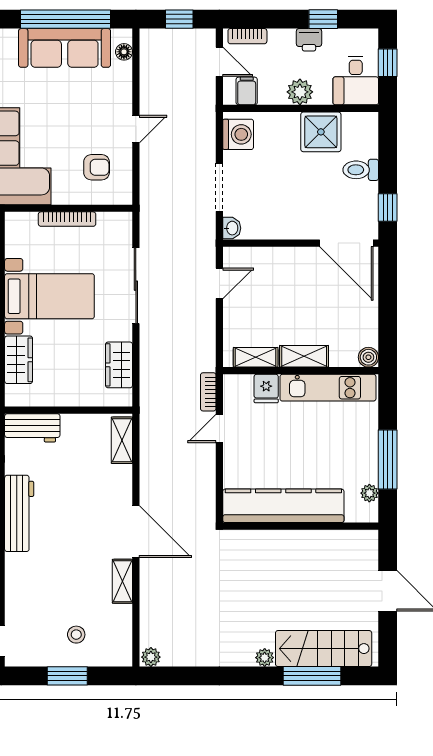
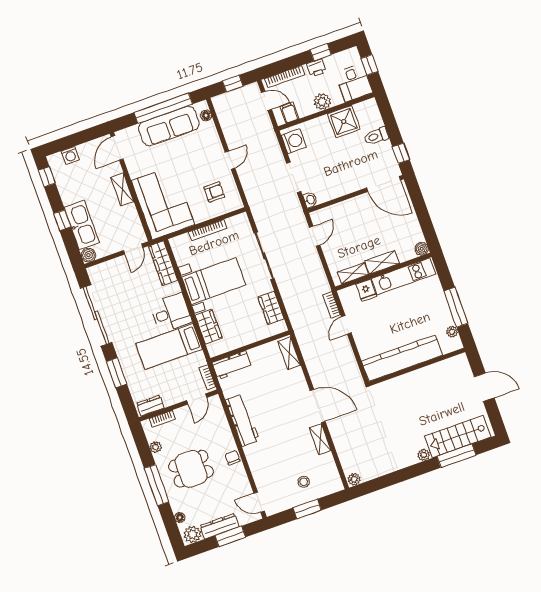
bookcase: (247, 36) -> (285, 77), width x1.56

